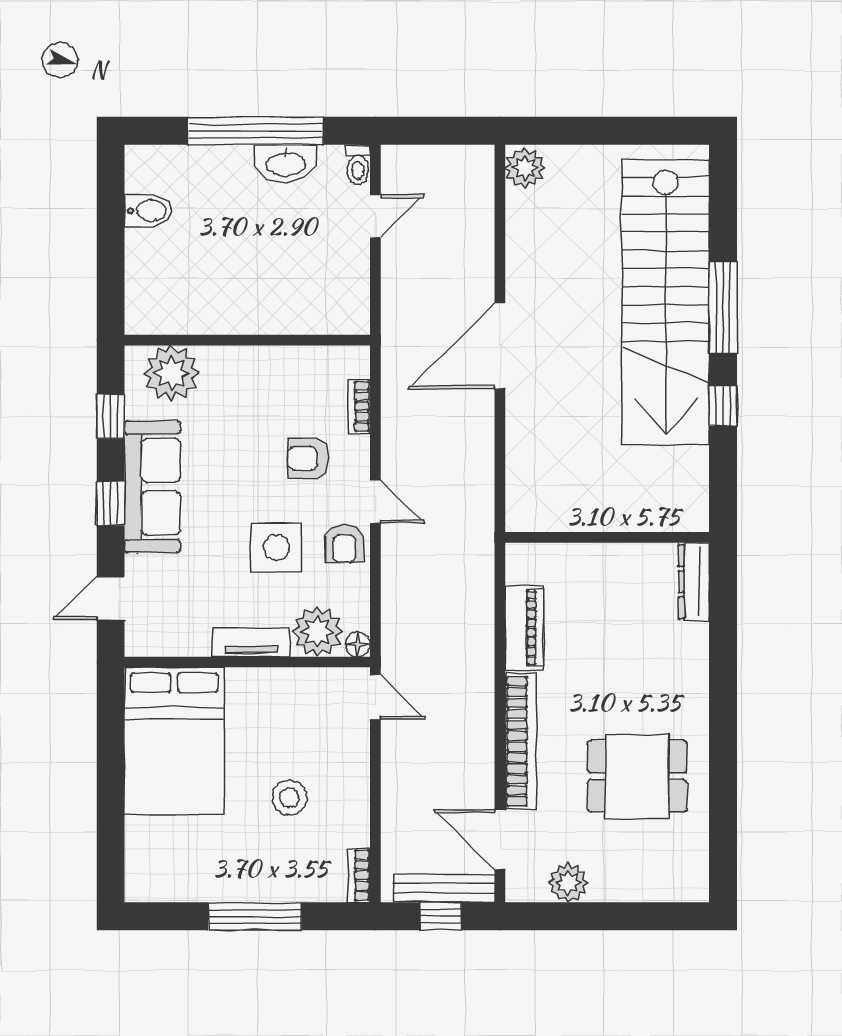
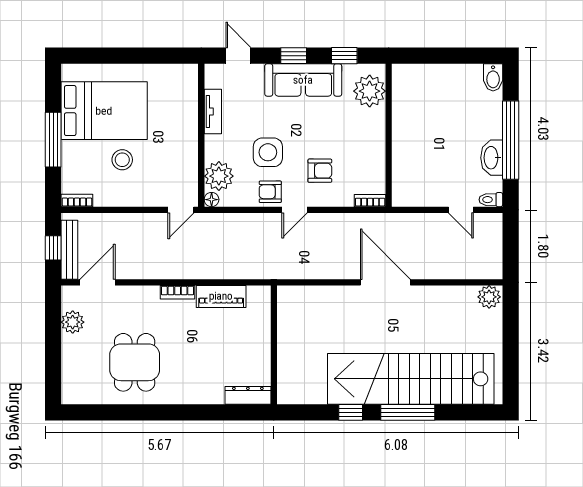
bidet: (148, 211) -> (493, 77), moved
bookcase: (359, 406) -> (370, 201), moved
armchair: (308, 458) -> (320, 171), turned 90
tv unit: (251, 642) -> (213, 112), moved
bed: (174, 741) -> (104, 111), moved, turned 180
bookcase: (521, 741) -> (178, 292), width x0.43, depth x0.76

